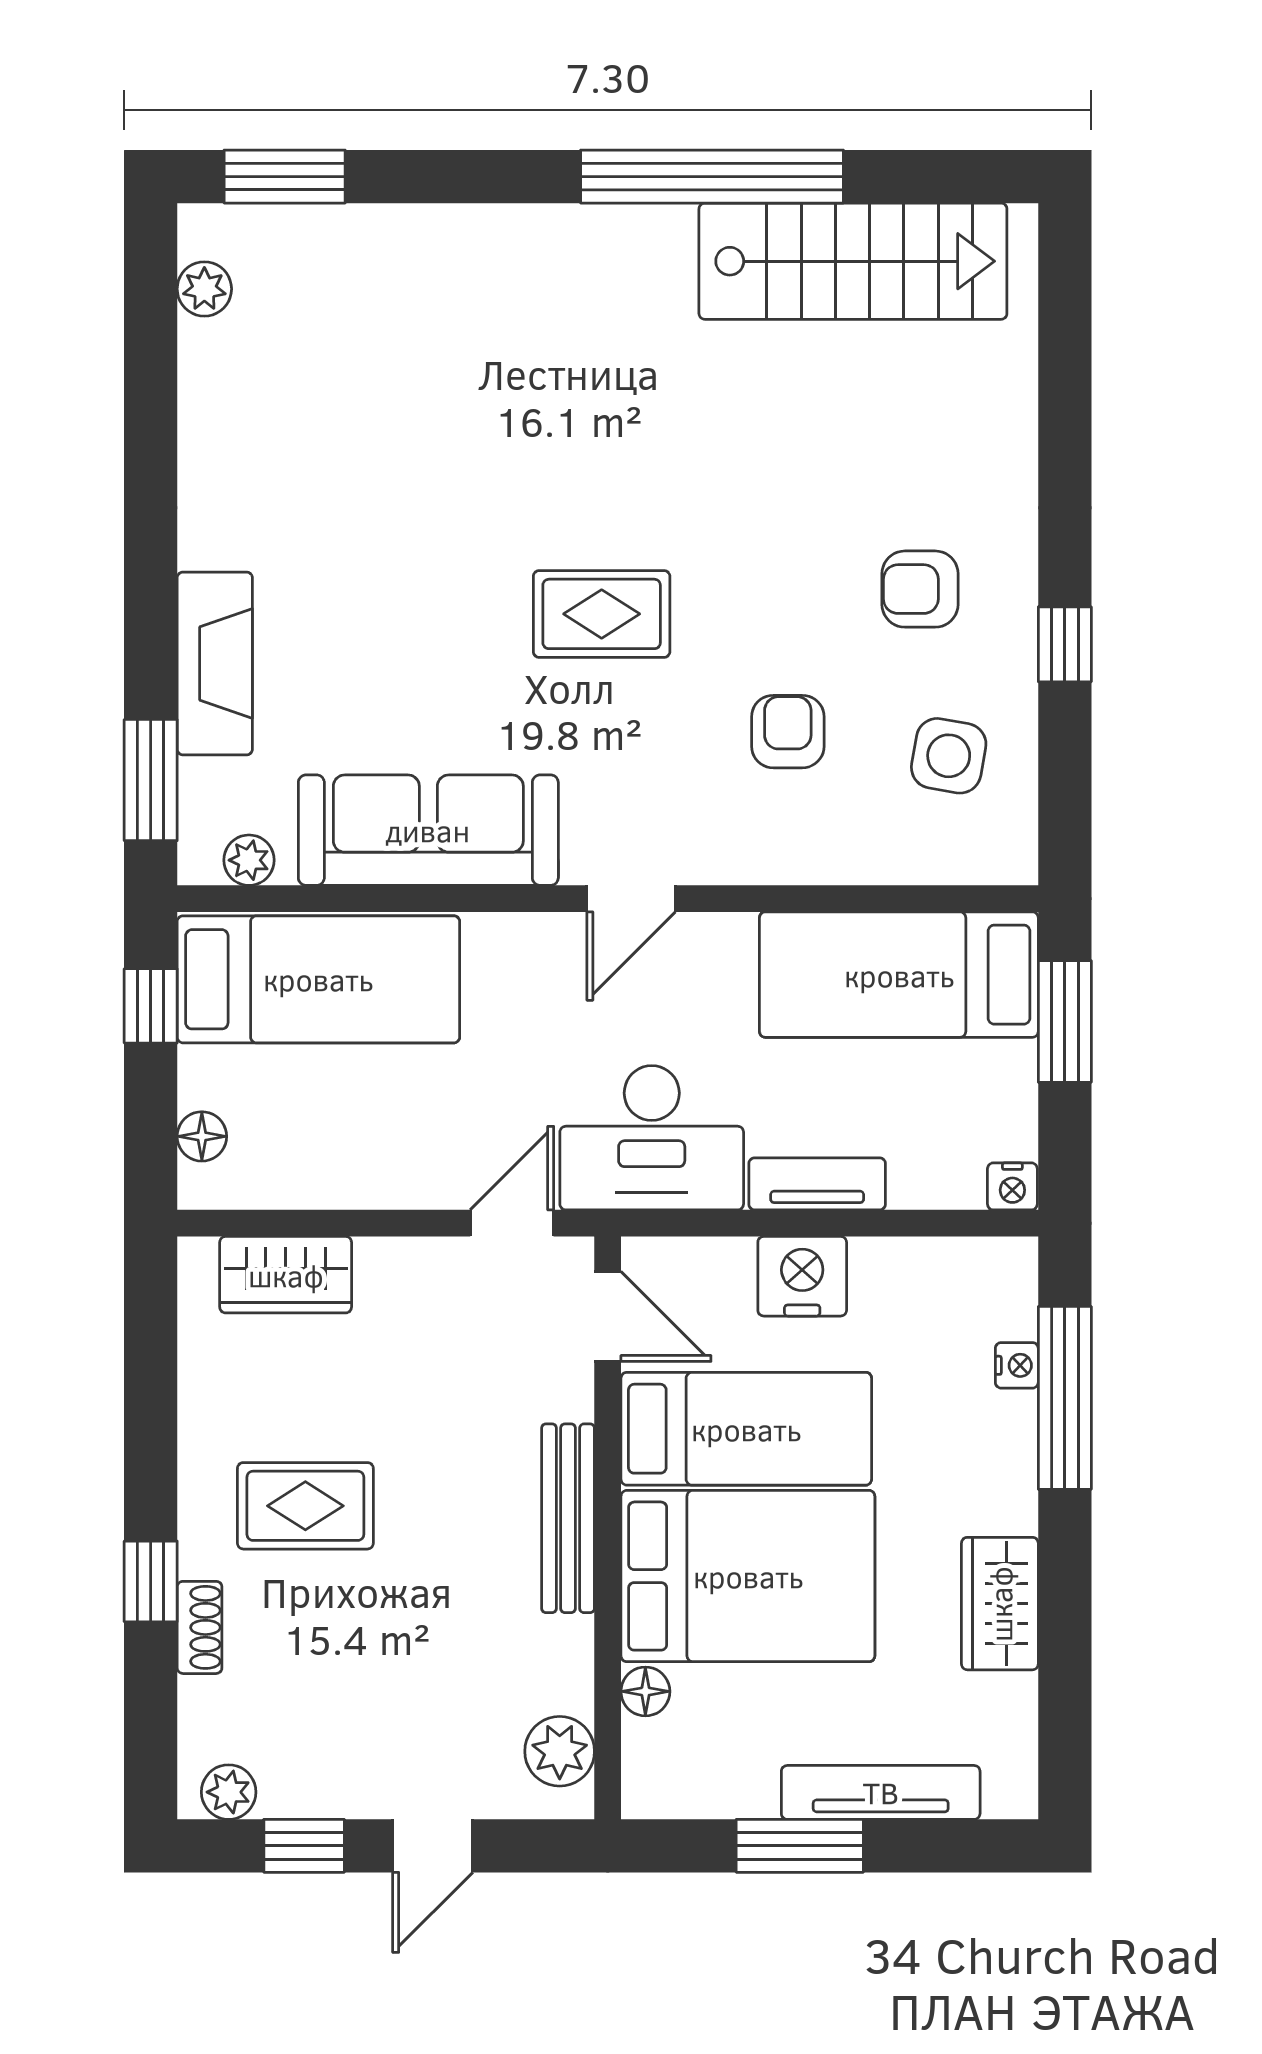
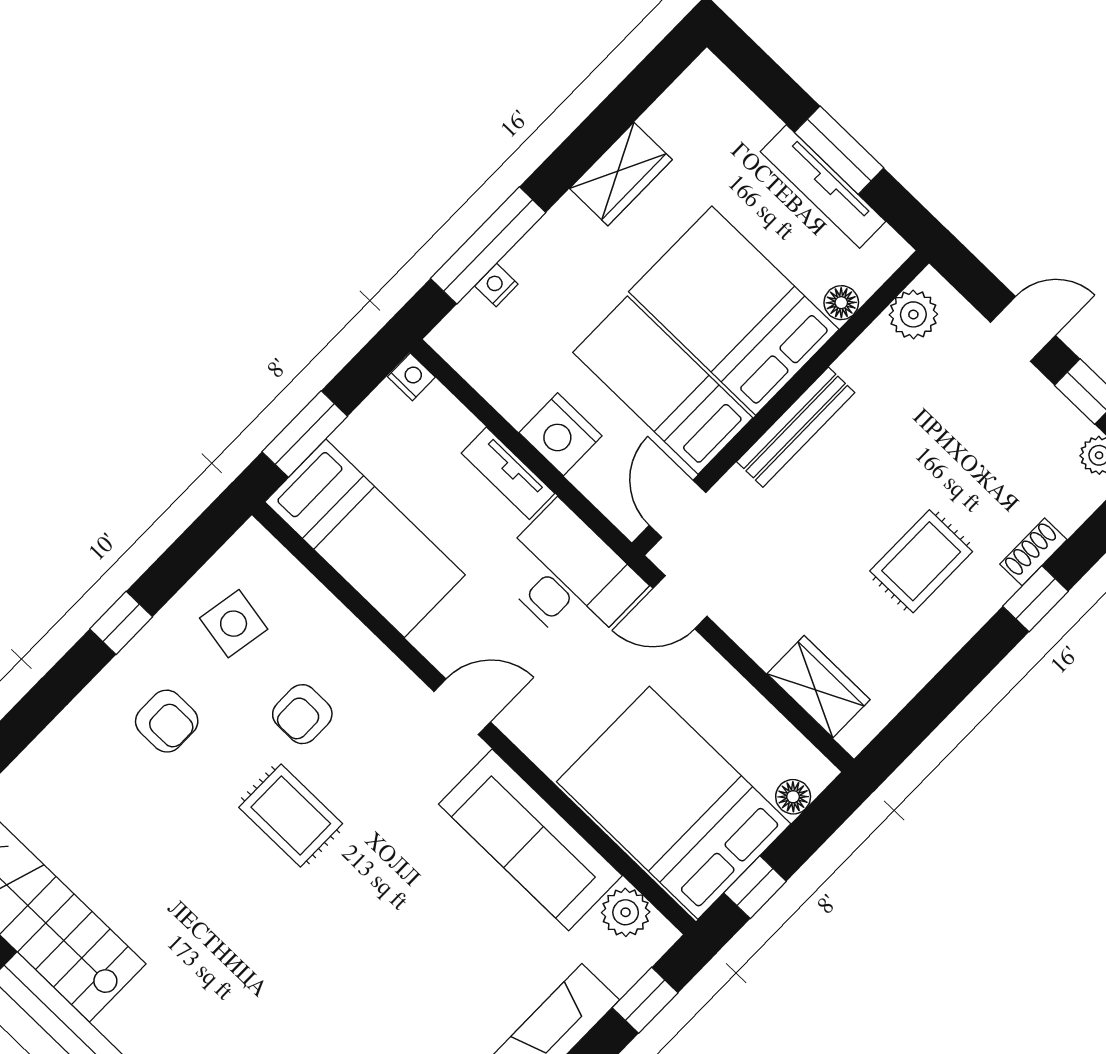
rug: (602, 614) -> (291, 815), moved
window: (151, 780) -> (645, 1000), width x0.67
plant: (249, 860) -> (626, 912), width x1.38, depth x1.38
bed: (318, 979) -> (674, 803), width x1.50
rug: (305, 1506) -> (921, 561), turned 90
tv unit: (881, 1792) -> (823, 186), moved

